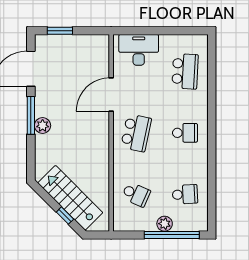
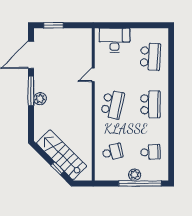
door: (111, 95) -> (93, 75), width x0.53
school desk: (185, 133) -> (150, 104), width x1.85
school desk: (136, 194) -> (112, 152), turned -39

